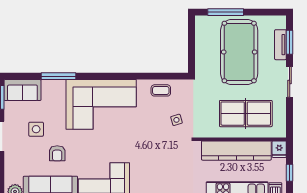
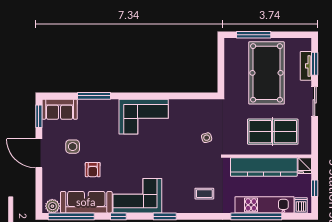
coffee table: (161, 90) -> (204, 194), moved
corner sofa: (101, 104) -> (144, 117), width x0.73, depth x0.74

